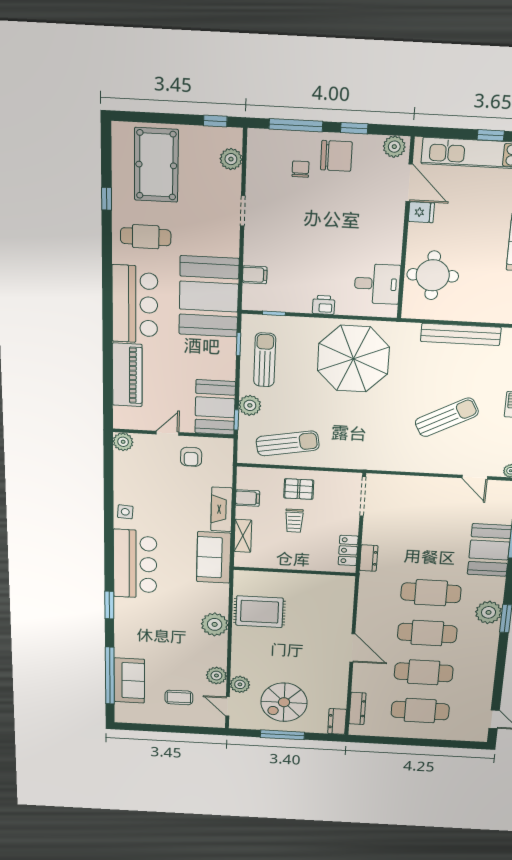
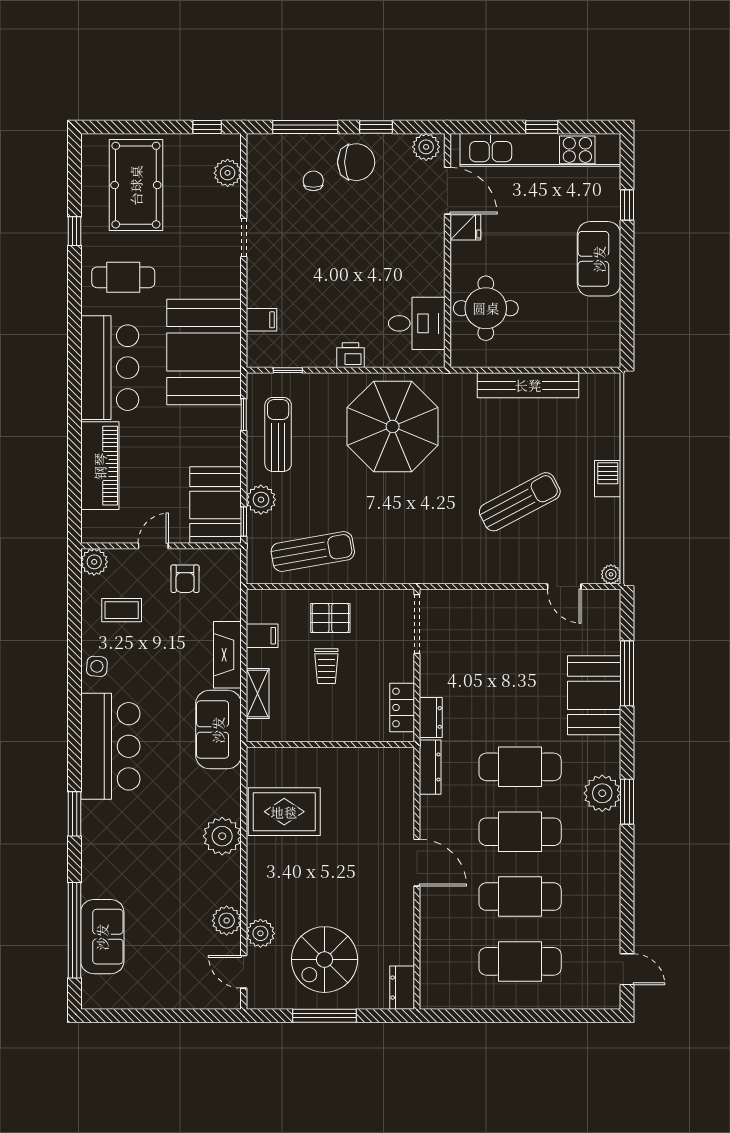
coffee table: (179, 697) -> (122, 610), moved
dresser: (357, 708) -> (430, 767), moved

